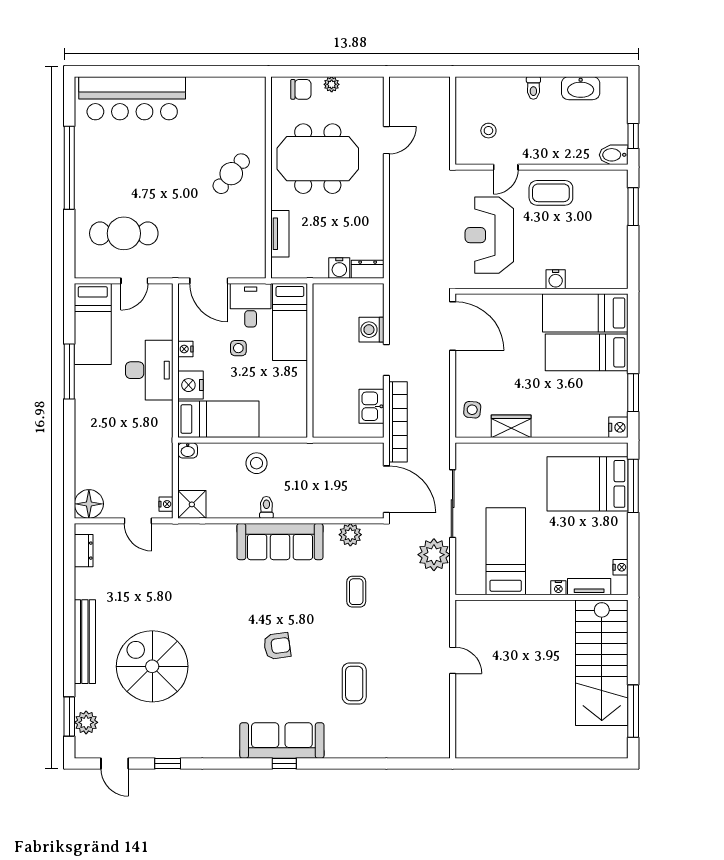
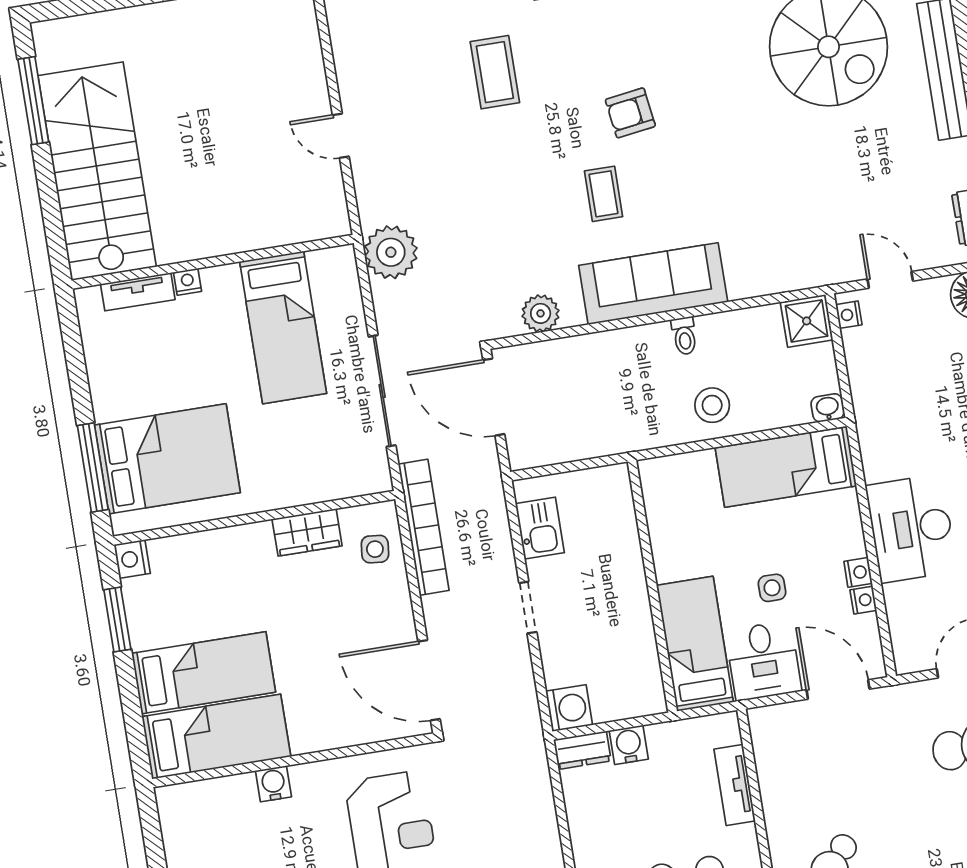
washing machine: (371, 330) -> (569, 708), moved
nightstand: (191, 385) -> (863, 600), moved, width x0.53, depth x0.56
bookcase: (398, 422) -> (424, 527), moved, turned 180
plant: (434, 555) -> (391, 252), moved
nightstand: (621, 567) -> (92, 332), removed
coffee table: (356, 592) -> (604, 194), moved

